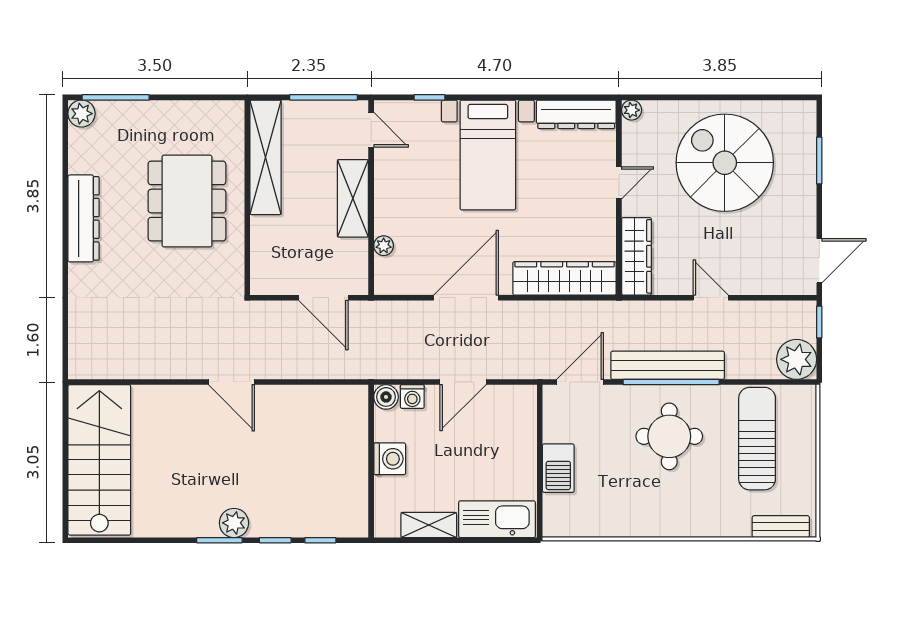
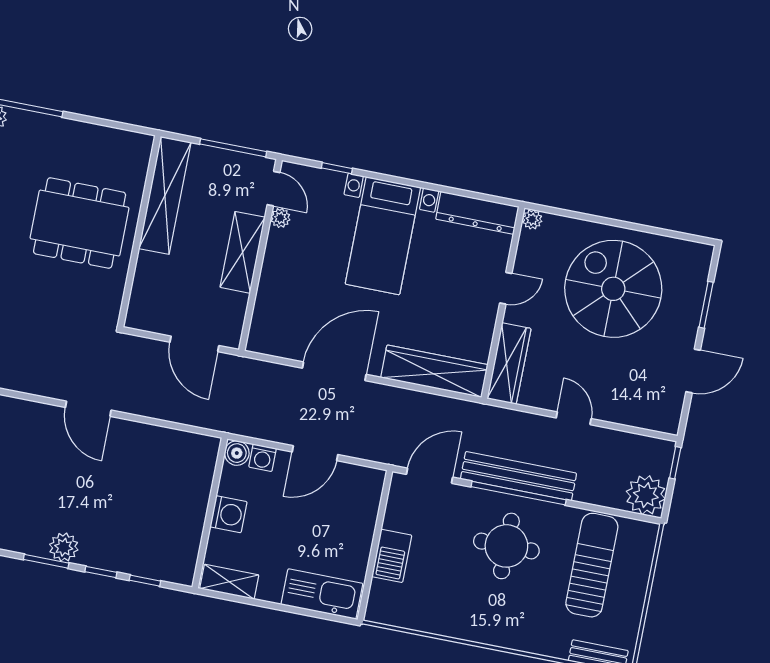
dining table: (187, 201) -> (80, 223), turned 90
plant: (384, 246) -> (280, 218), moved
door: (819, 261) -> (693, 371), moved
shelving: (429, 525) -> (229, 582), moved

